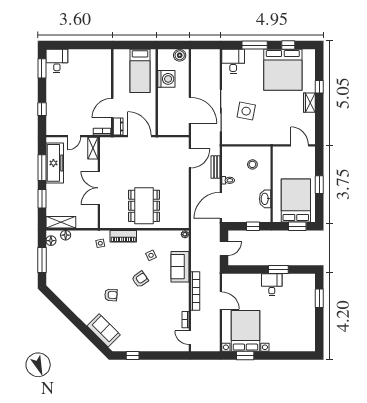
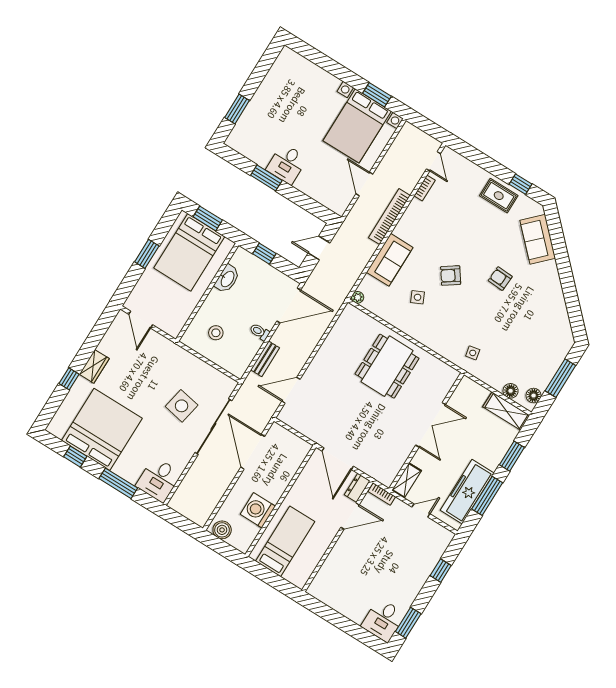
piano: (123, 236) -> (438, 344), removed
rug: (141, 341) -> (499, 196), added

